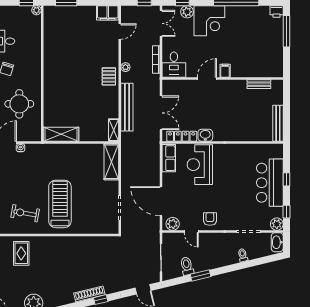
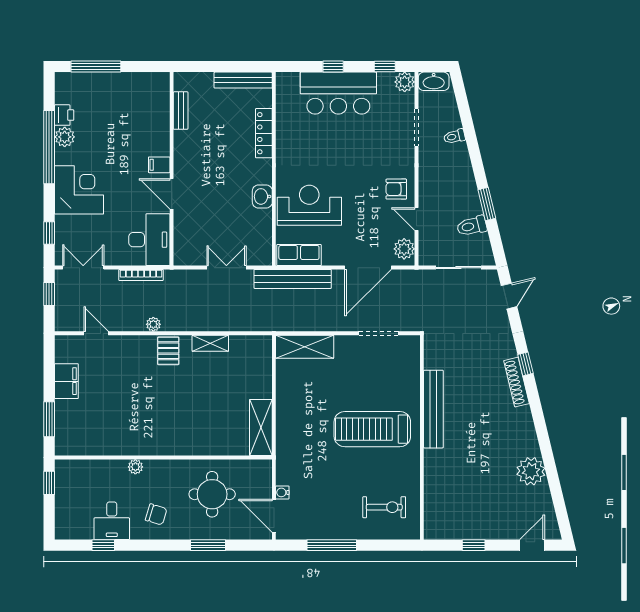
plant: (36, 10) -> (135, 467), moved
printer: (277, 11) -> (64, 115), moved
plant: (187, 12) -> (65, 137), moved
filing cabinet: (108, 13) -> (66, 381), moved
desk: (174, 65) -> (149, 240), width x1.37
pallet: (109, 76) -> (168, 351), turned 90
bench: (127, 107) -> (293, 279), moved
double door: (161, 113) -> (226, 268), width x0.73
shelving: (114, 130) -> (210, 343), moved
locker: (182, 136) -> (264, 133), moved
reception desk: (200, 165) -> (309, 205), turned 180
exercise bike: (25, 213) -> (384, 507), moved, turned -100
door: (191, 231) -> (416, 219), swing flipped
bench: (73, 242) -> (433, 409), added
rug: (21, 253) -> (451, 491), removed

